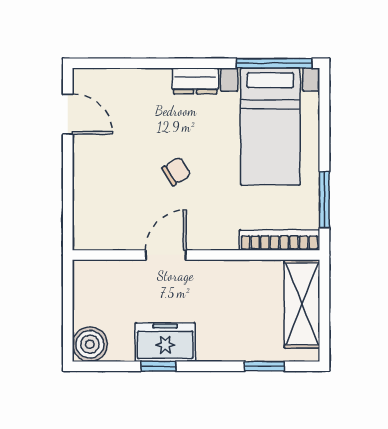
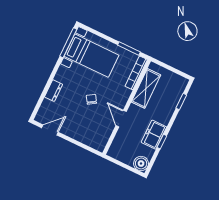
dresser: (195, 81) -> (54, 91), moved
shelving: (302, 304) -> (146, 88), moved, turned 90

